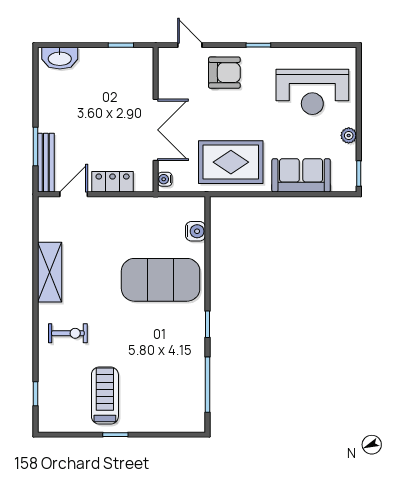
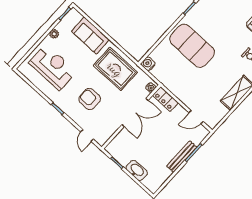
washbasin: (60, 58) -> (137, 170), moved
armchair: (224, 73) -> (90, 99), moved
double door: (156, 130) -> (135, 112), swing flipped
bench: (46, 163) -> (182, 157), moved
locker: (113, 182) -> (165, 99), moved
water cooler: (196, 231) -> (148, 64), moved

